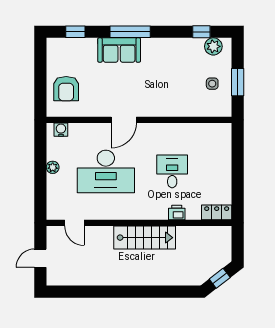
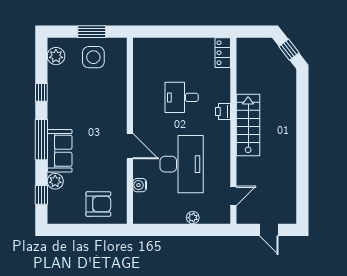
window: (201, 32) -> (41, 92), moved
plant: (89, 46) -> (55, 181), added
side table: (212, 84) -> (93, 57), width x1.87, depth x1.87
water cooler: (61, 130) -> (140, 185), moved
plant: (53, 167) -> (193, 218), moved
printer: (177, 213) -> (223, 112), moved

